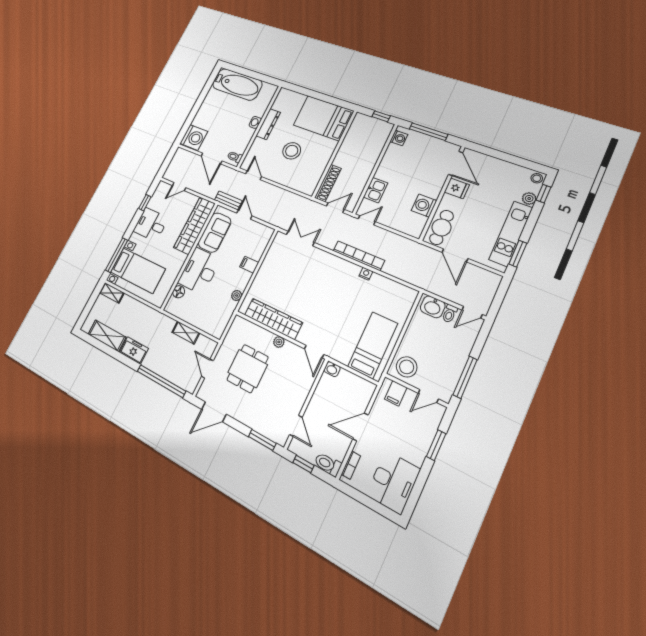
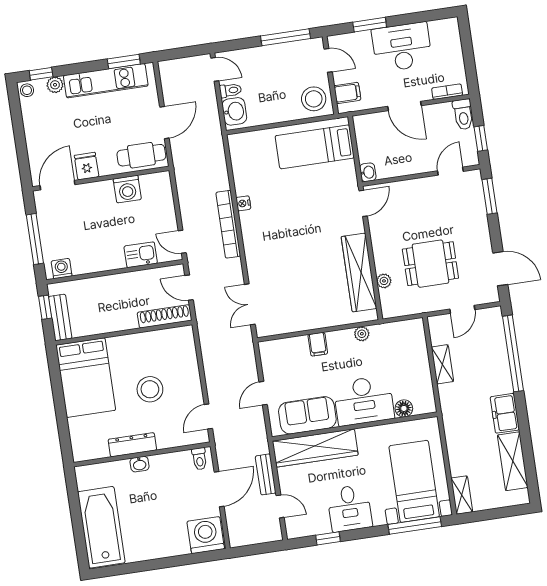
bench: (369, 122) -> (60, 317), added
bench: (228, 200) -> (266, 474), moved
plant: (279, 342) -> (384, 281), moved
desk: (393, 482) -> (402, 47), moved

